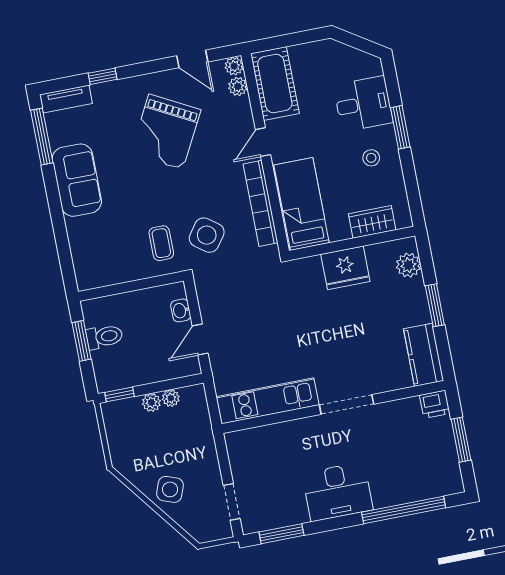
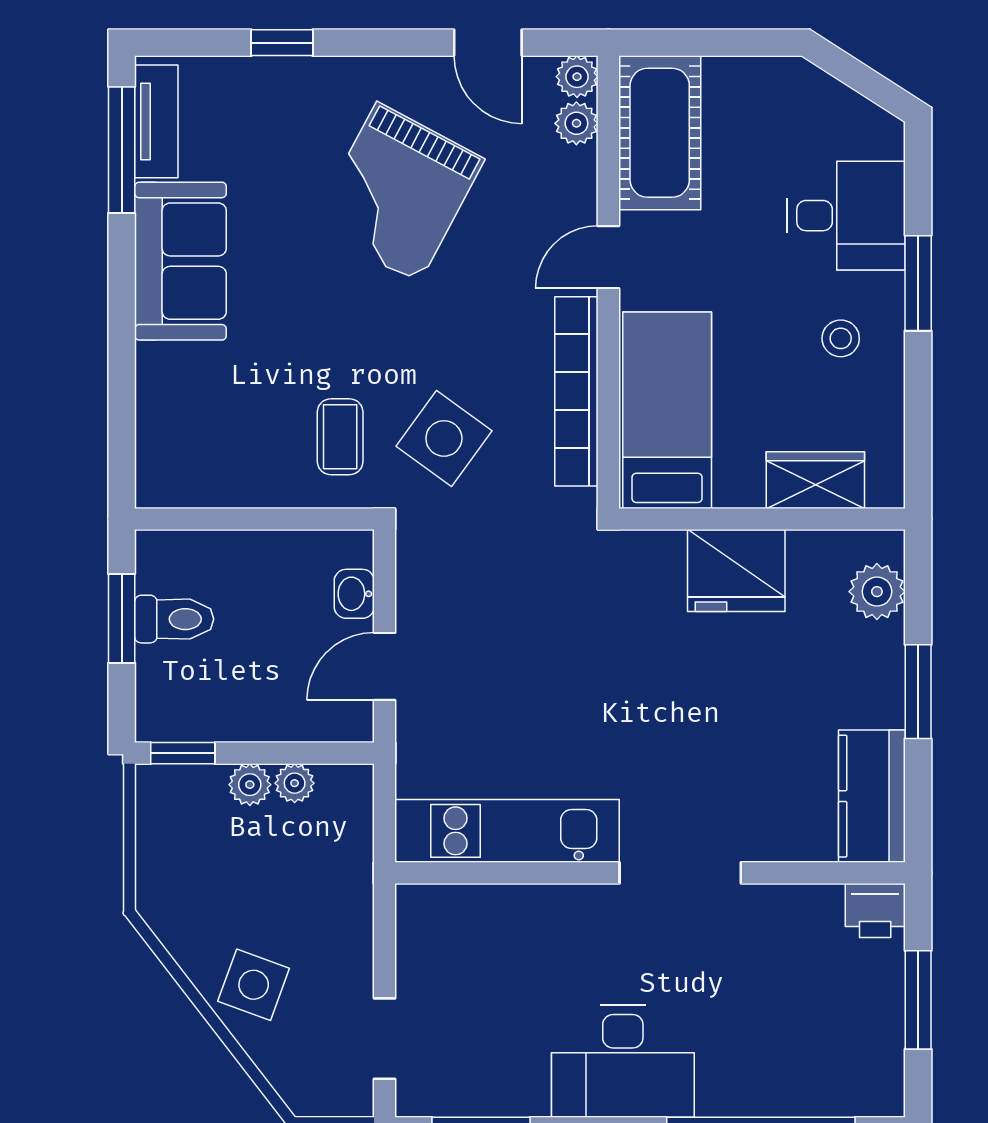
tv unit: (66, 99) -> (156, 121), moved, turned -90

